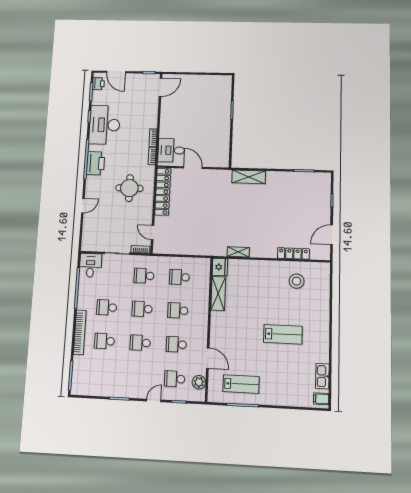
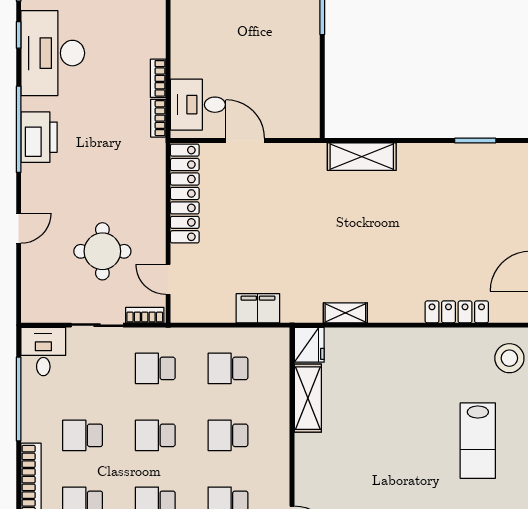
round table: (129, 188) -> (102, 251), moved
filing cabinet: (195, 248) -> (258, 308), added
stool: (297, 281) -> (509, 358), moved
lab bench: (283, 334) -> (478, 441), moved, turned 90

